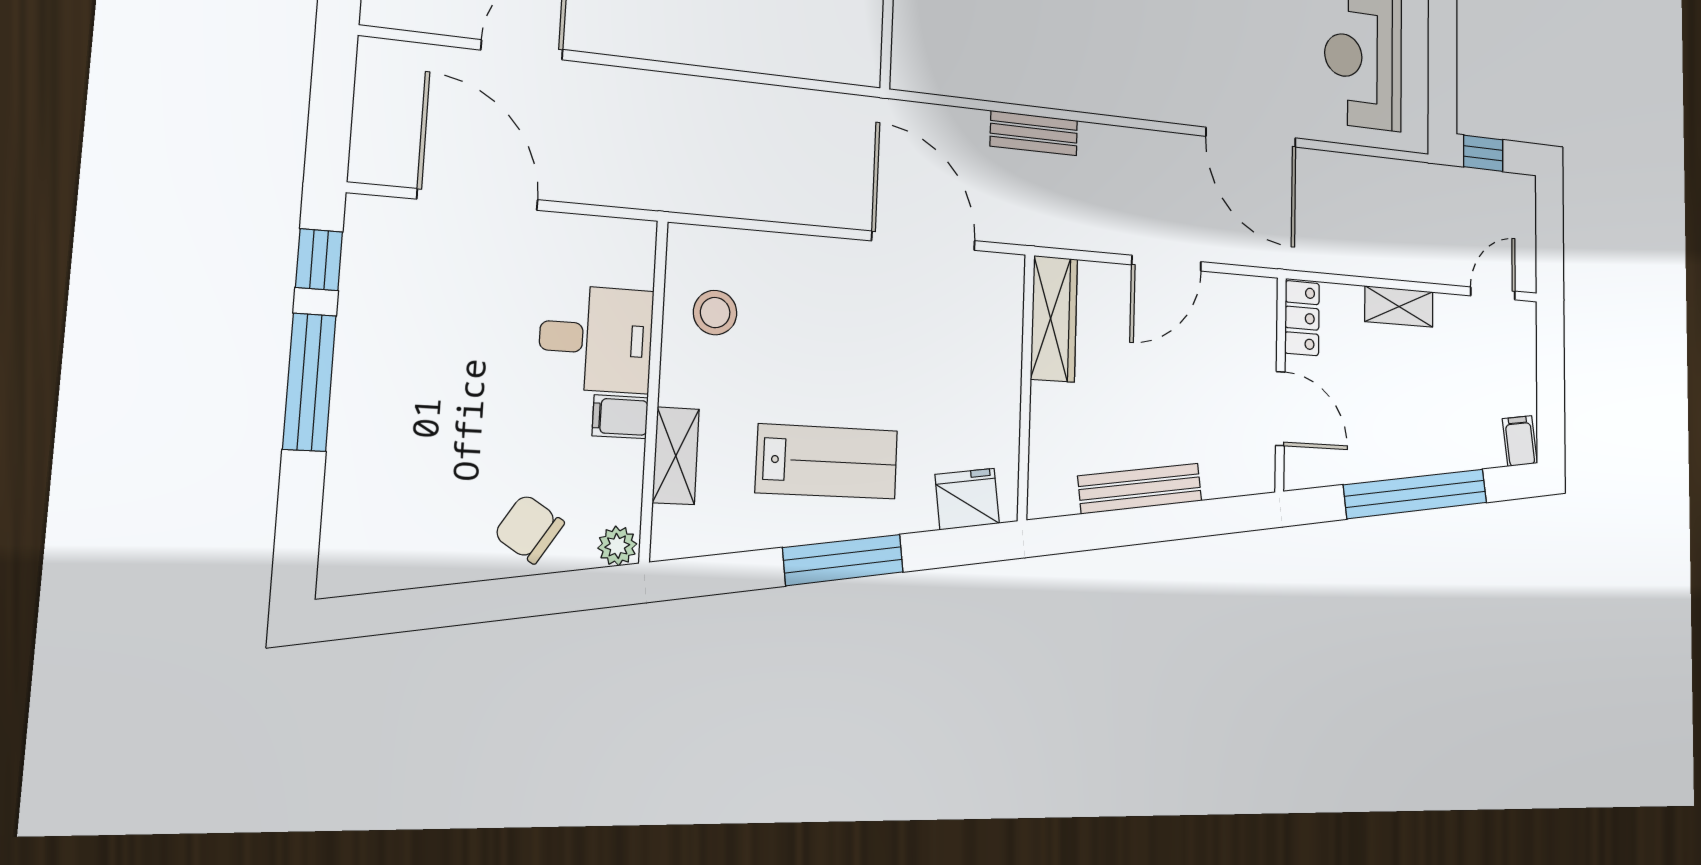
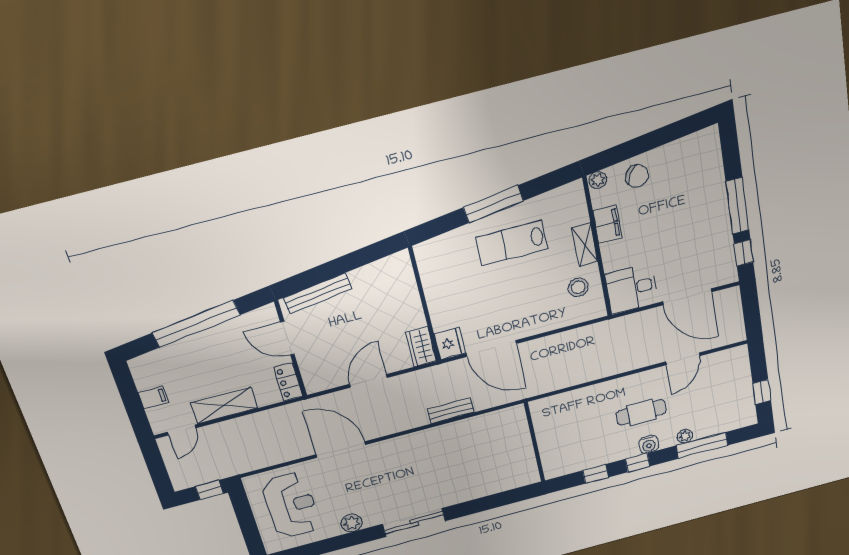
shelving: (1399, 307) -> (224, 405), width x1.50, depth x1.33
wardrobe: (1054, 319) -> (421, 347), width x0.67
desk: (596, 339) -> (632, 289), moved
filing cabinet: (620, 417) -> (608, 224), width x2.00
filing cabinet: (1520, 441) -> (153, 397), moved, turned -82
shelving: (676, 456) -> (585, 245), moved
bench: (1140, 489) -> (317, 293), moved
fridge: (967, 499) -> (450, 344), moved, turned -82

